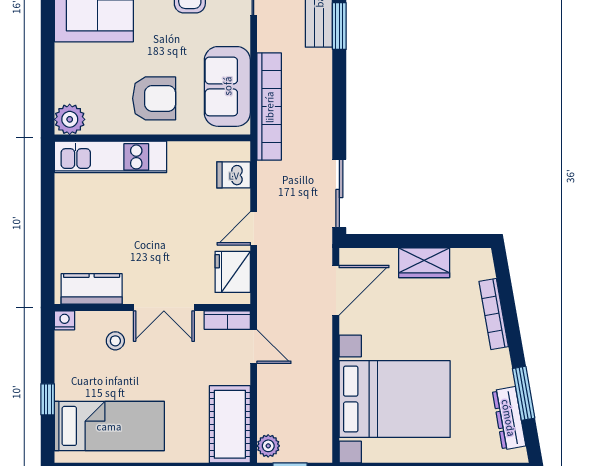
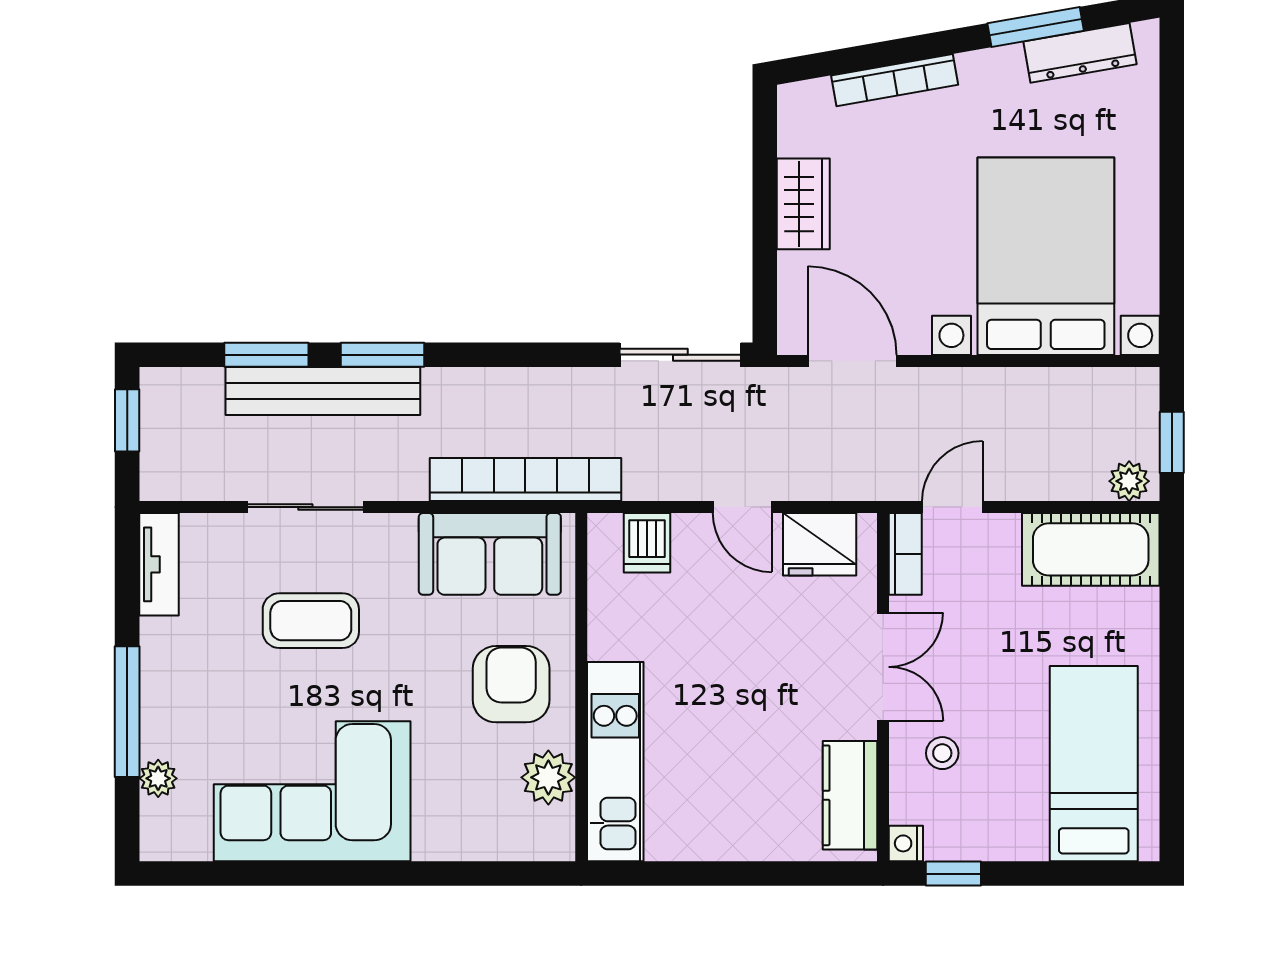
plant: (70, 119) -> (548, 777), moved
window: (48, 399) -> (953, 874), moved

